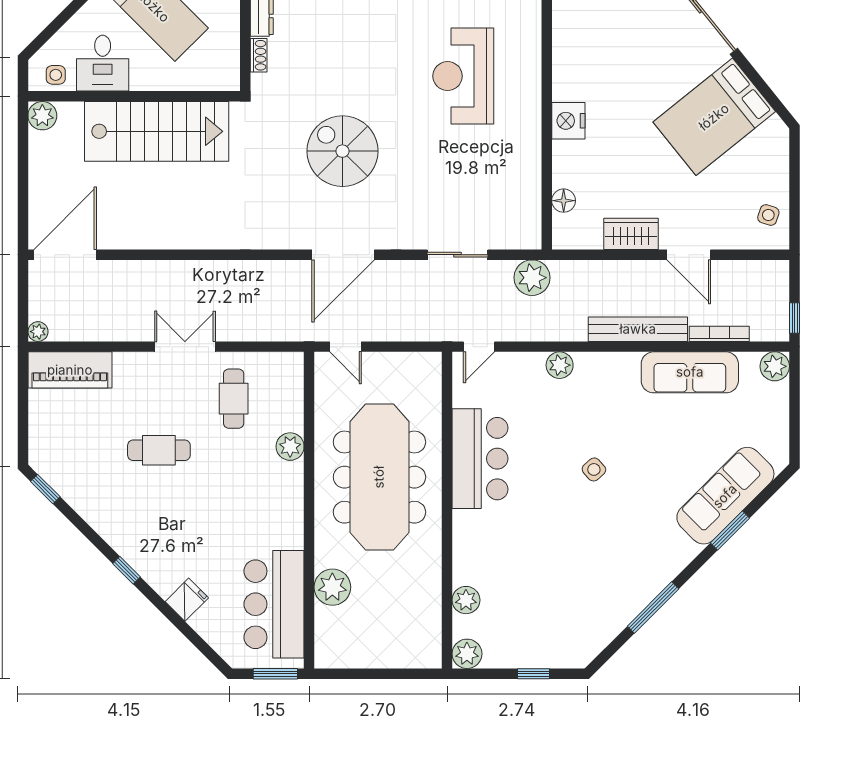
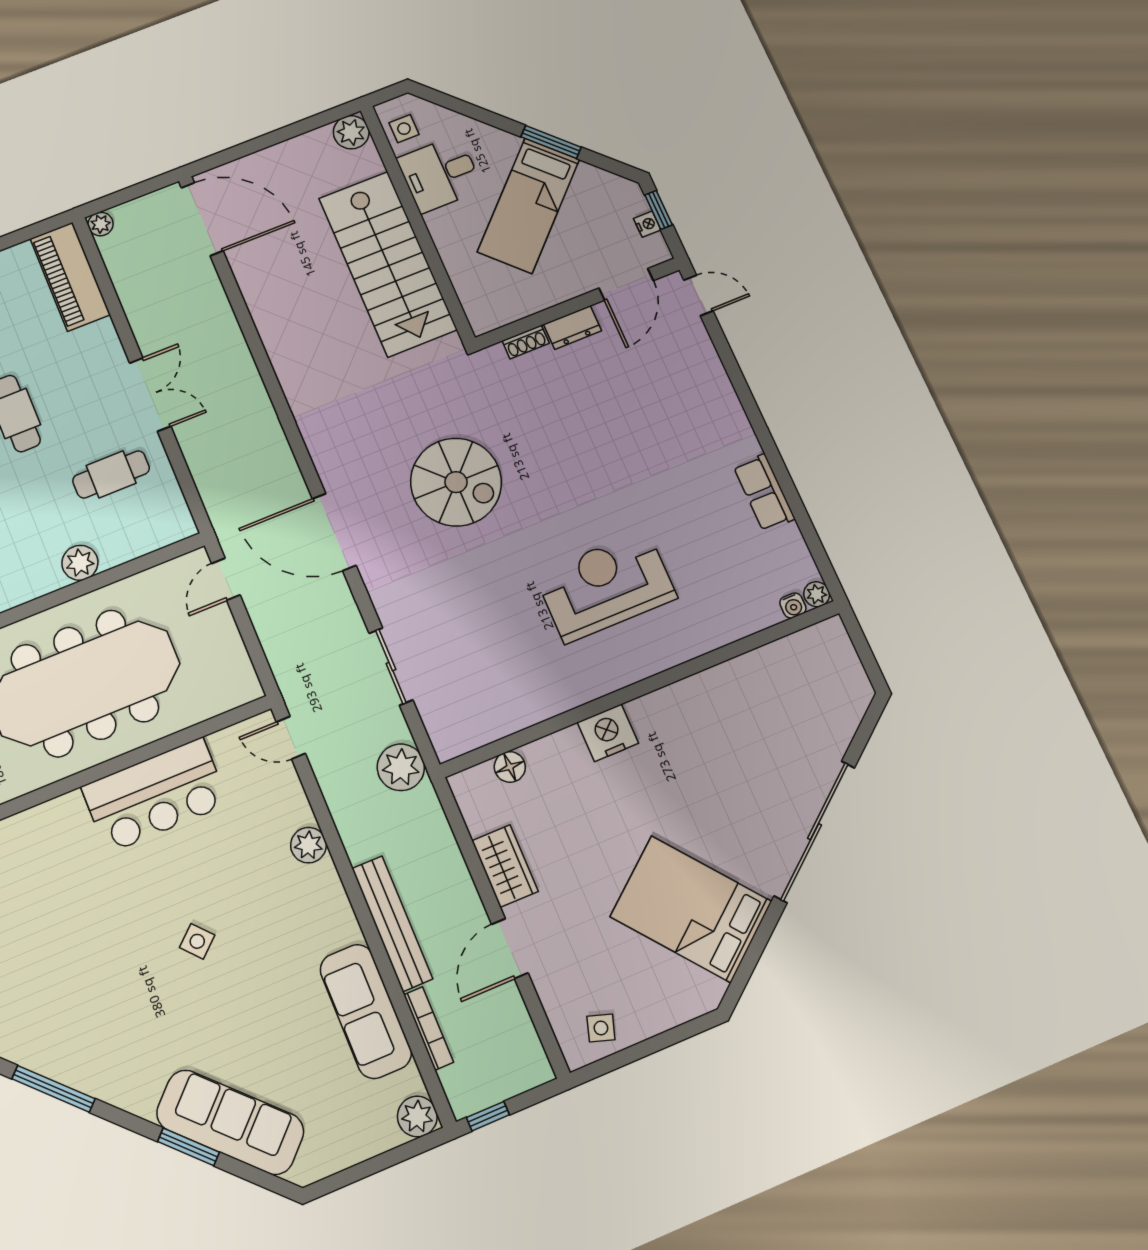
spiral stairs: (342, 151) -> (456, 482), turned 90

